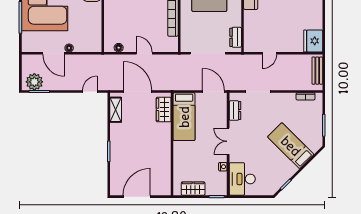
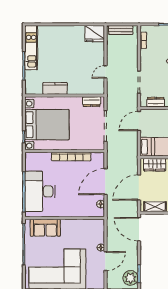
door: (144, 53) -> (105, 182), width x1.88
door: (269, 53) -> (105, 72), swing flipped
door: (90, 91) -> (139, 229), width x1.88

